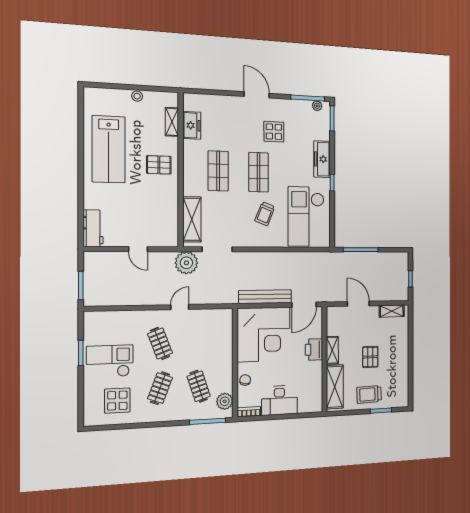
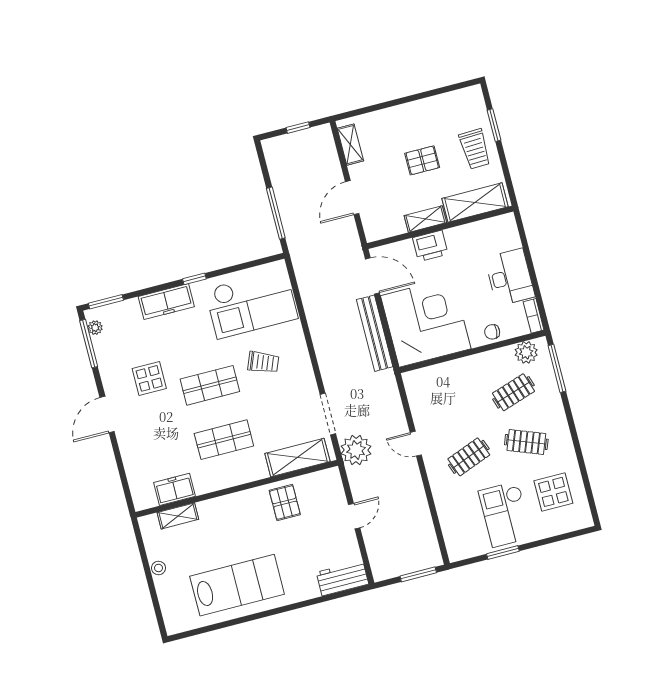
pallet: (159, 165) -> (285, 502), moved

